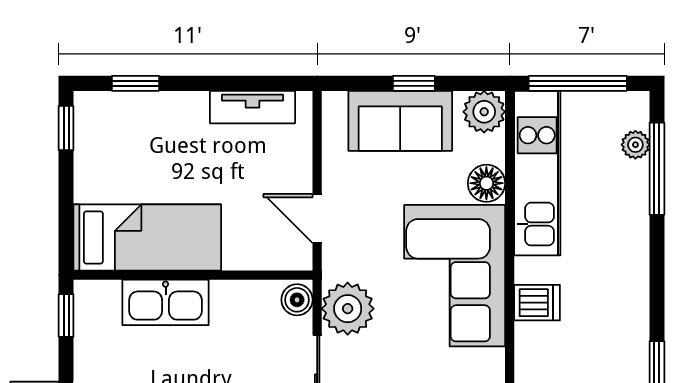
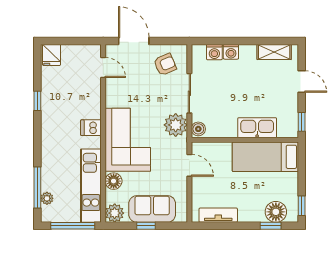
floor lamp: (124, 114) -> (276, 212), added

